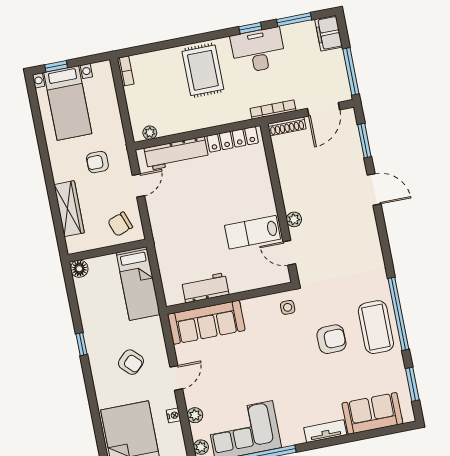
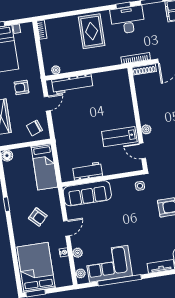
locker: (233, 139) -> (109, 76), removed

